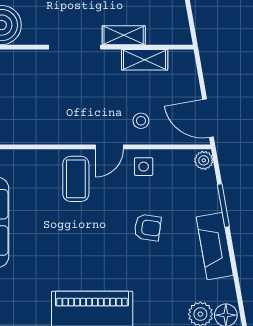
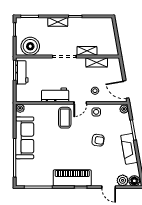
workbench: (55, 130) -> (55, 95), added

